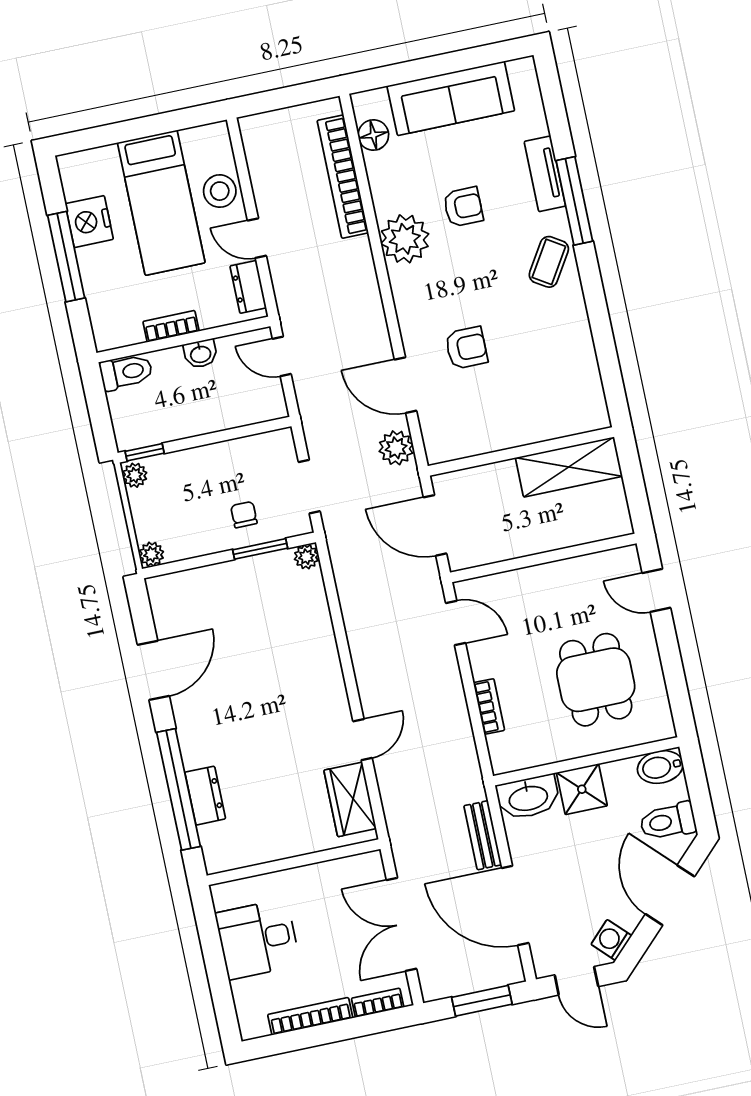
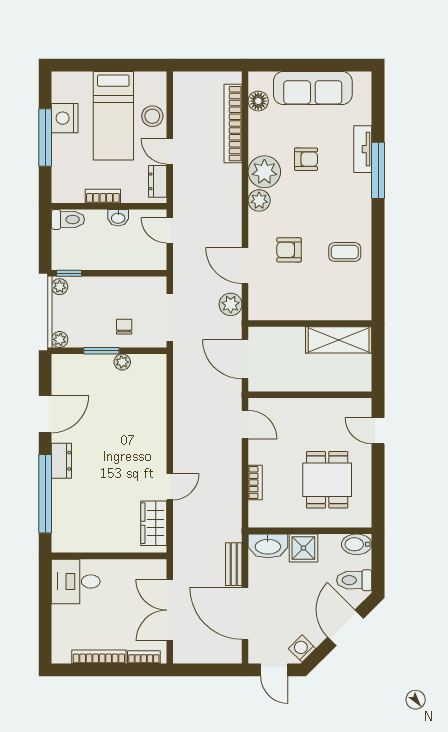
coffee table: (549, 262) -> (345, 252), moved, turned 58
plant: (406, 283) -> (259, 200), added
armchair: (466, 348) -> (289, 250), turned 180
doorway: (309, 487) -> (170, 318), width x1.38
window: (260, 549) -> (101, 351), moved
plant: (306, 557) -> (122, 362), moved
dresser: (205, 796) -> (61, 461), moved
desk: (258, 939) -> (76, 581), moved
window: (482, 1001) -> (211, 670), removed

